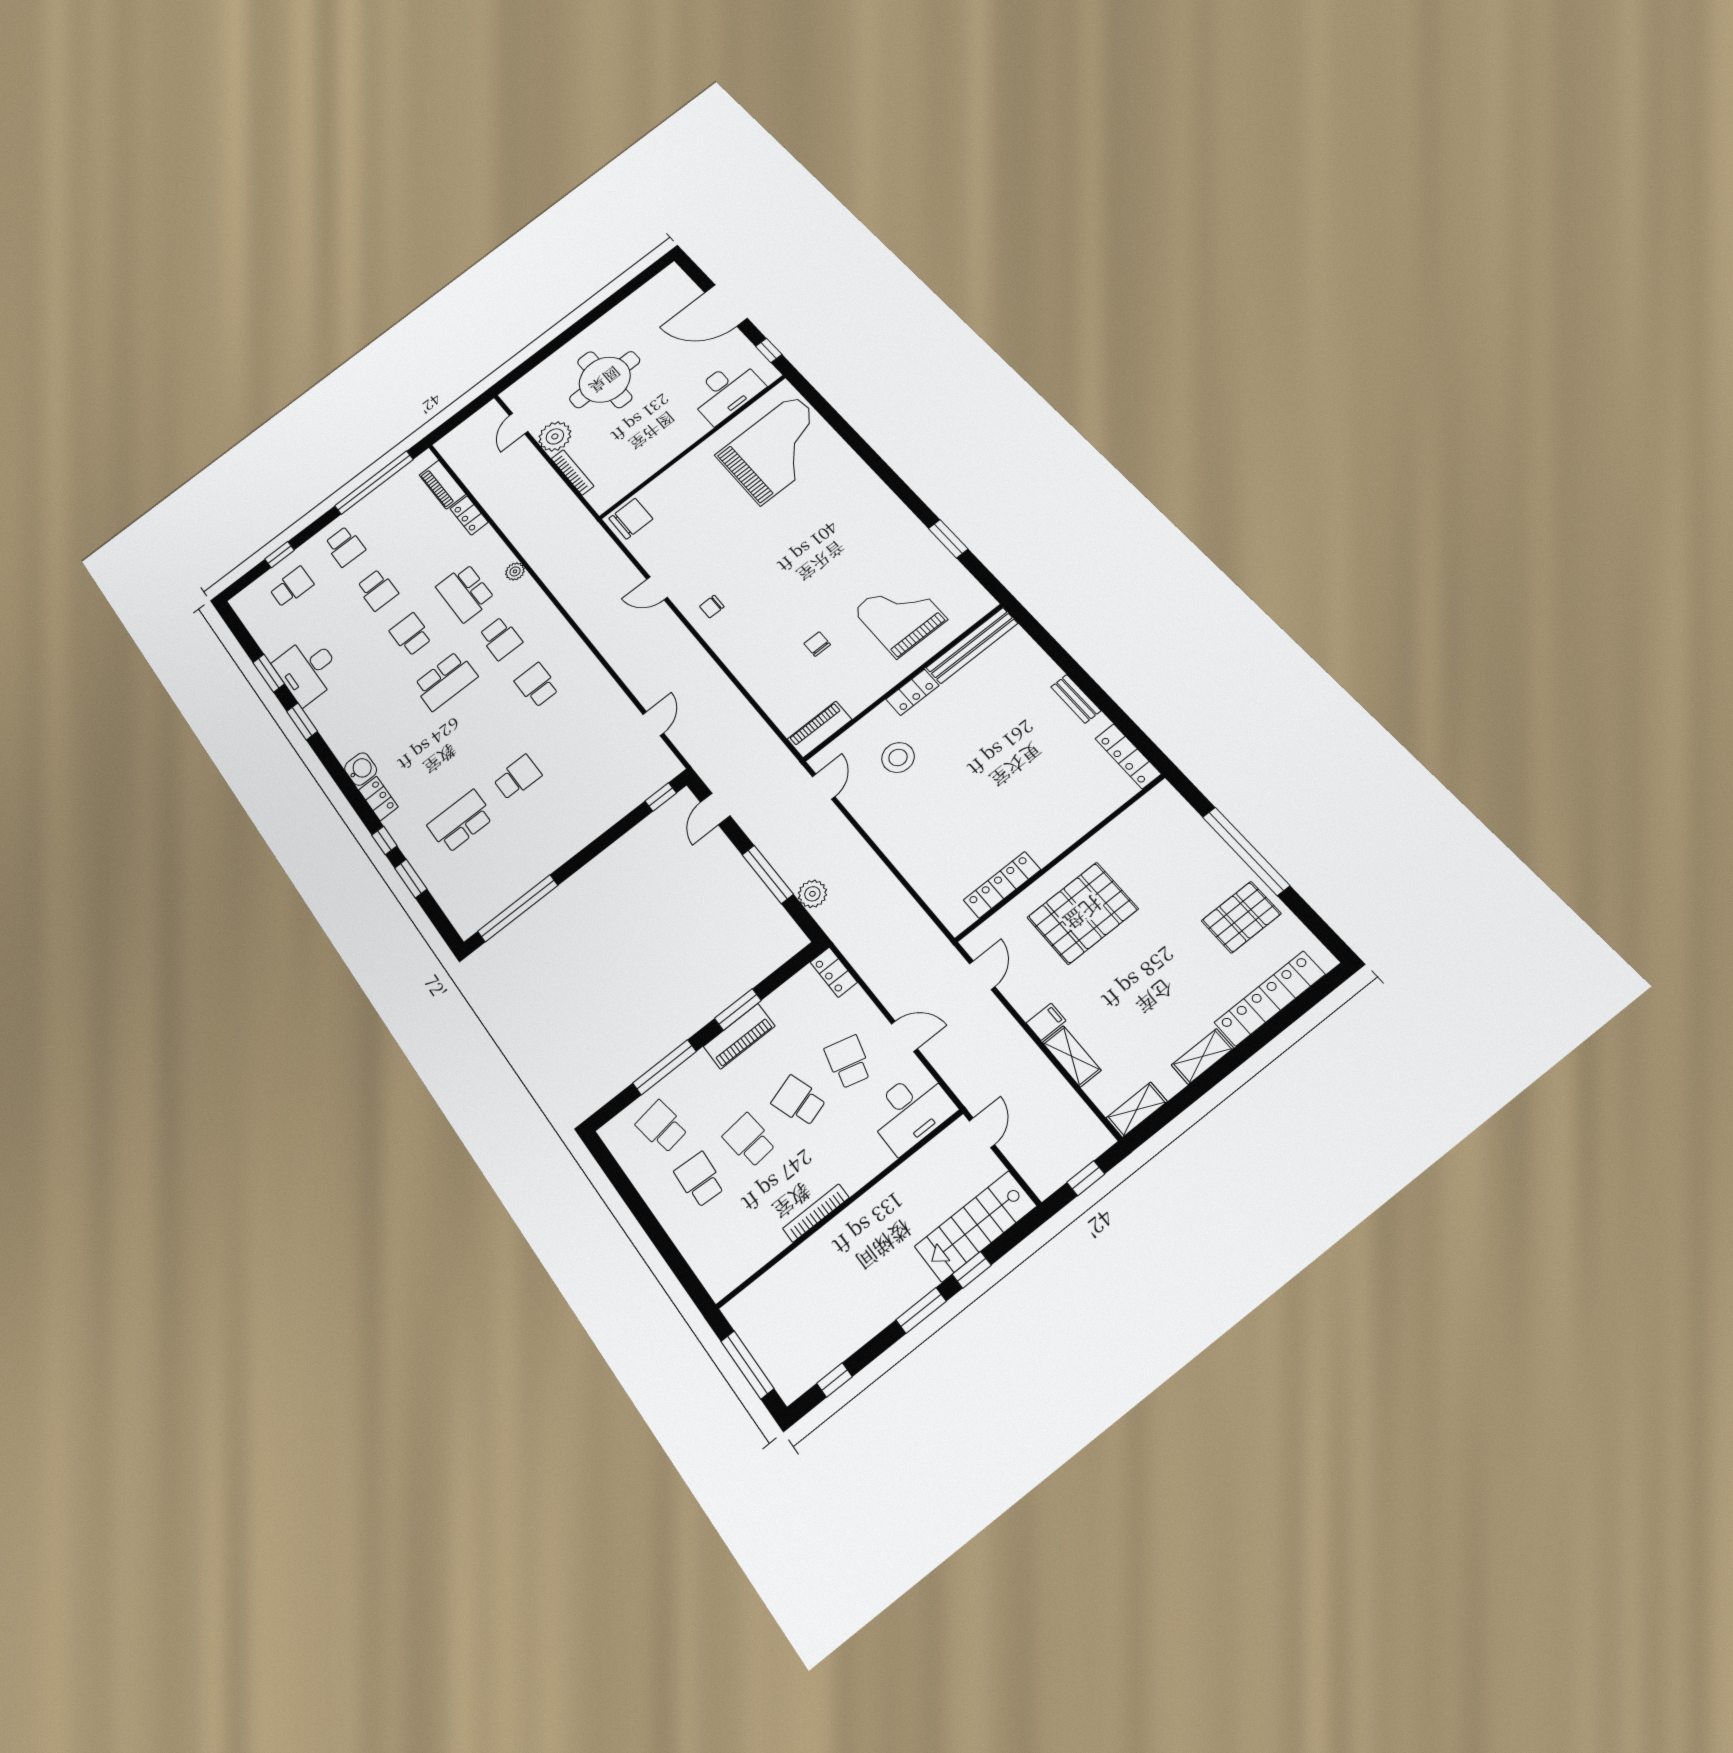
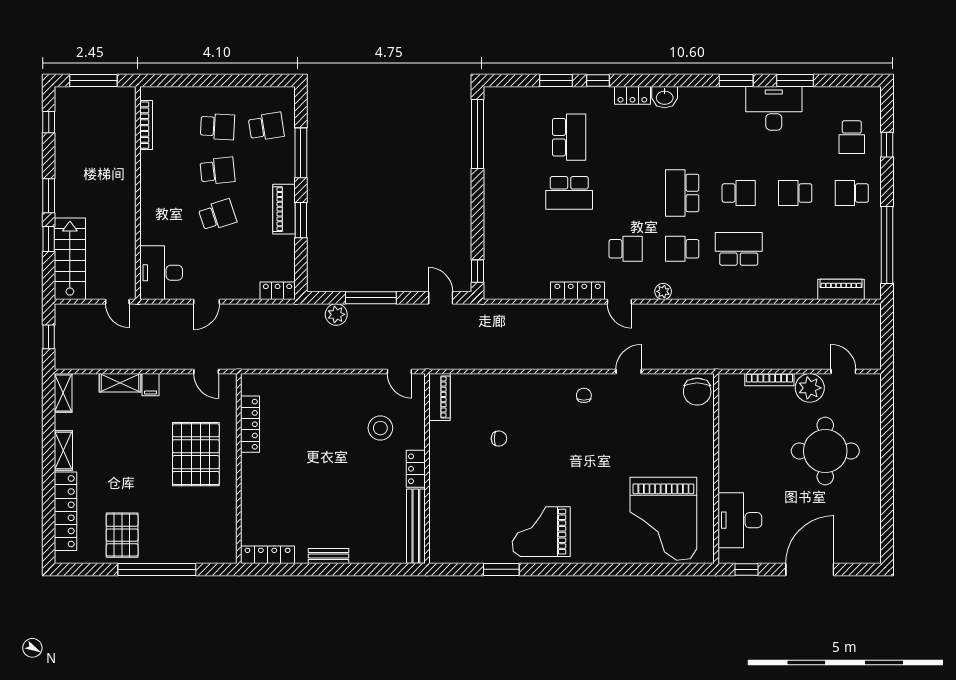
locker: (469, 515) -> (578, 291), moved, width x1.53
plant: (515, 571) -> (663, 291), moved
grand piano: (900, 615) -> (541, 532), moved, turned 180
door: (653, 724) -> (619, 302), moved
school desk: (518, 777) -> (569, 193), width x1.85
school desk: (848, 1062) -> (217, 259), removed
bookcase: (816, 1213) -> (146, 125), moved

